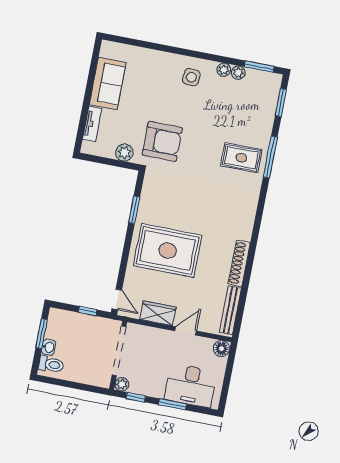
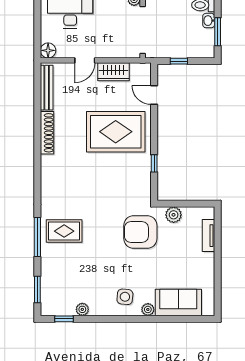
window: (259, 67) -> (64, 319), width x0.67
plant: (224, 70) -> (148, 309), moved
sofa: (108, 83) -> (178, 303), moved, turned 90
window: (134, 210) -> (154, 163), width x0.67
door: (117, 299) -> (154, 95), moved

